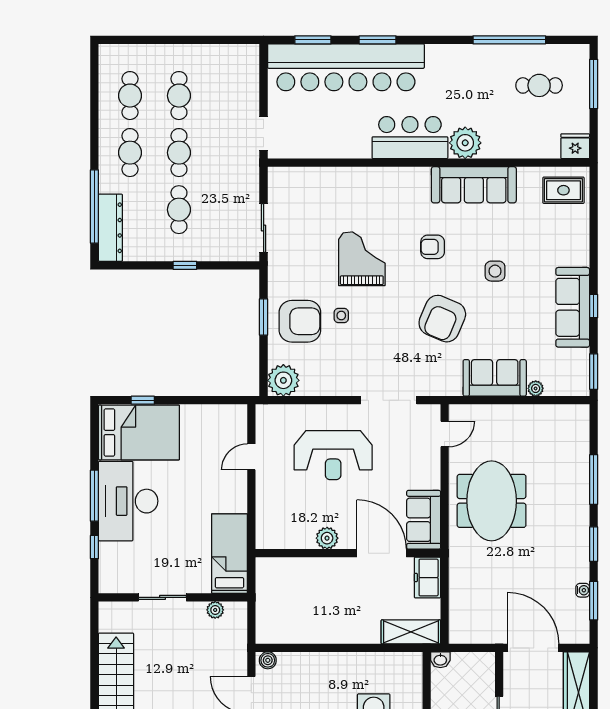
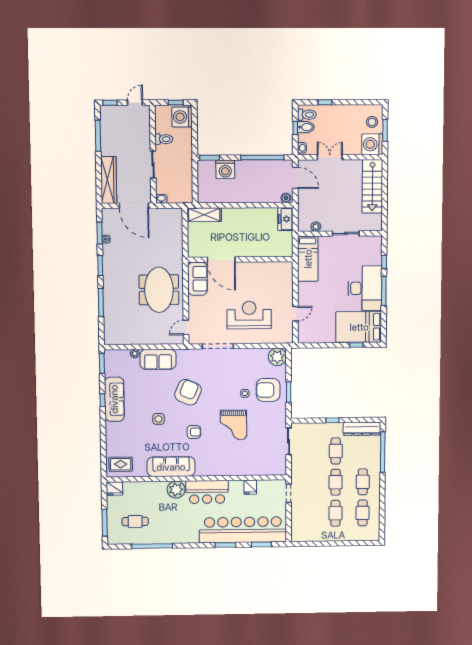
fridge: (332, 146) -> (250, 487), added
dresser: (110, 228) -> (362, 429), moved, turned -90
plant: (327, 538) -> (252, 268), removed
freezer: (427, 578) -> (285, 219), moved, turned 180
washbasin: (440, 660) -> (161, 199), moved

